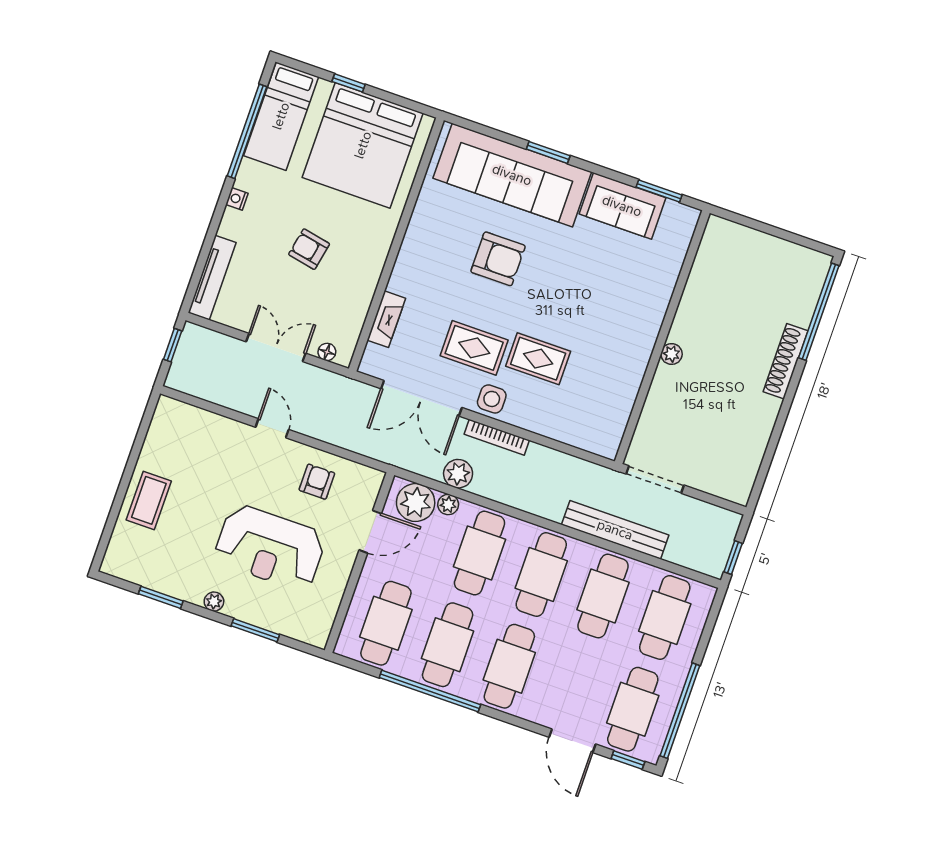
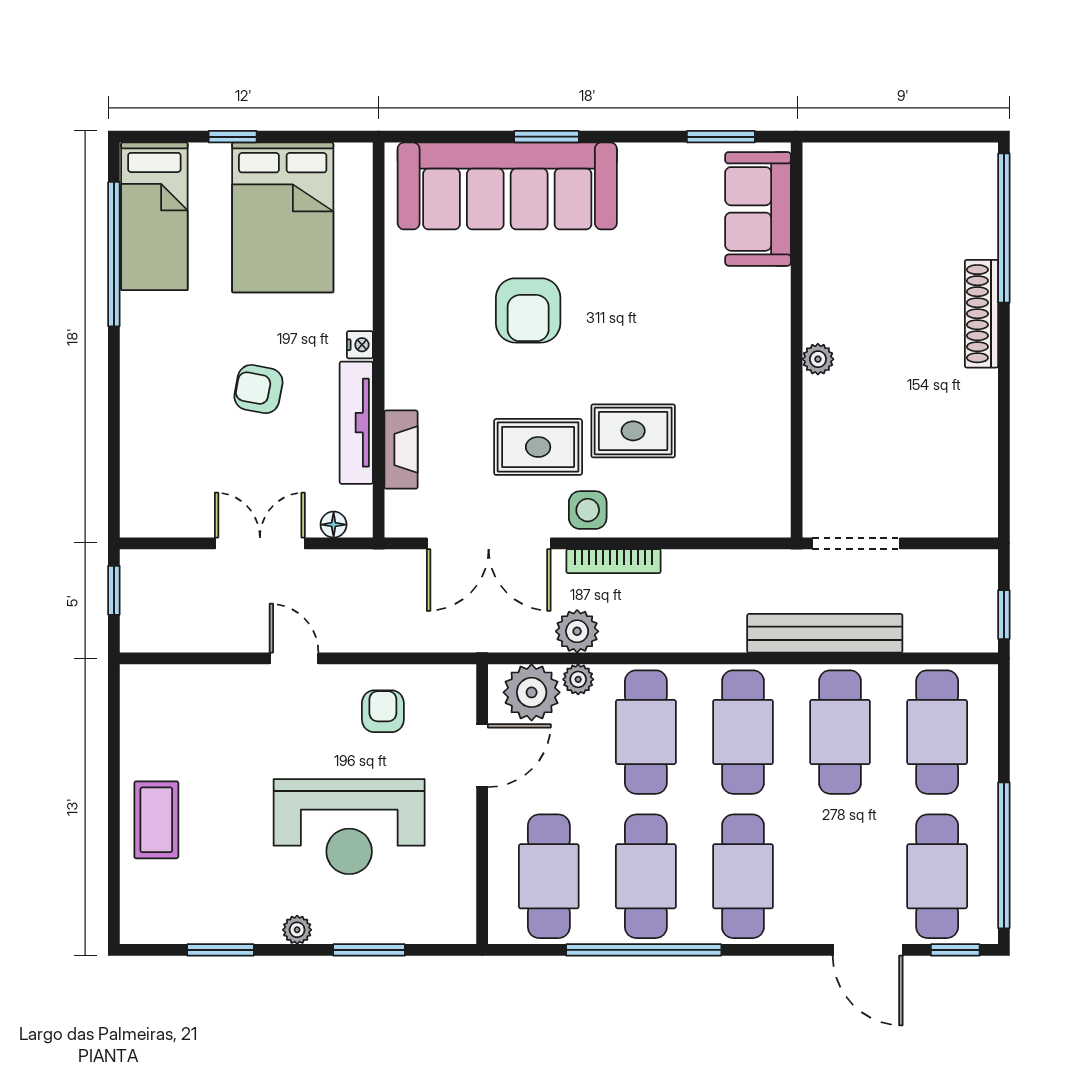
bed: (363, 145) -> (283, 217), width x0.73
nightstand: (237, 199) -> (360, 345), moved, turned 180
sofa: (622, 206) -> (758, 209), moved, turned 90
armchair: (498, 259) -> (528, 310), turned 90
tv unit: (212, 278) -> (356, 423), moved, turned 180

